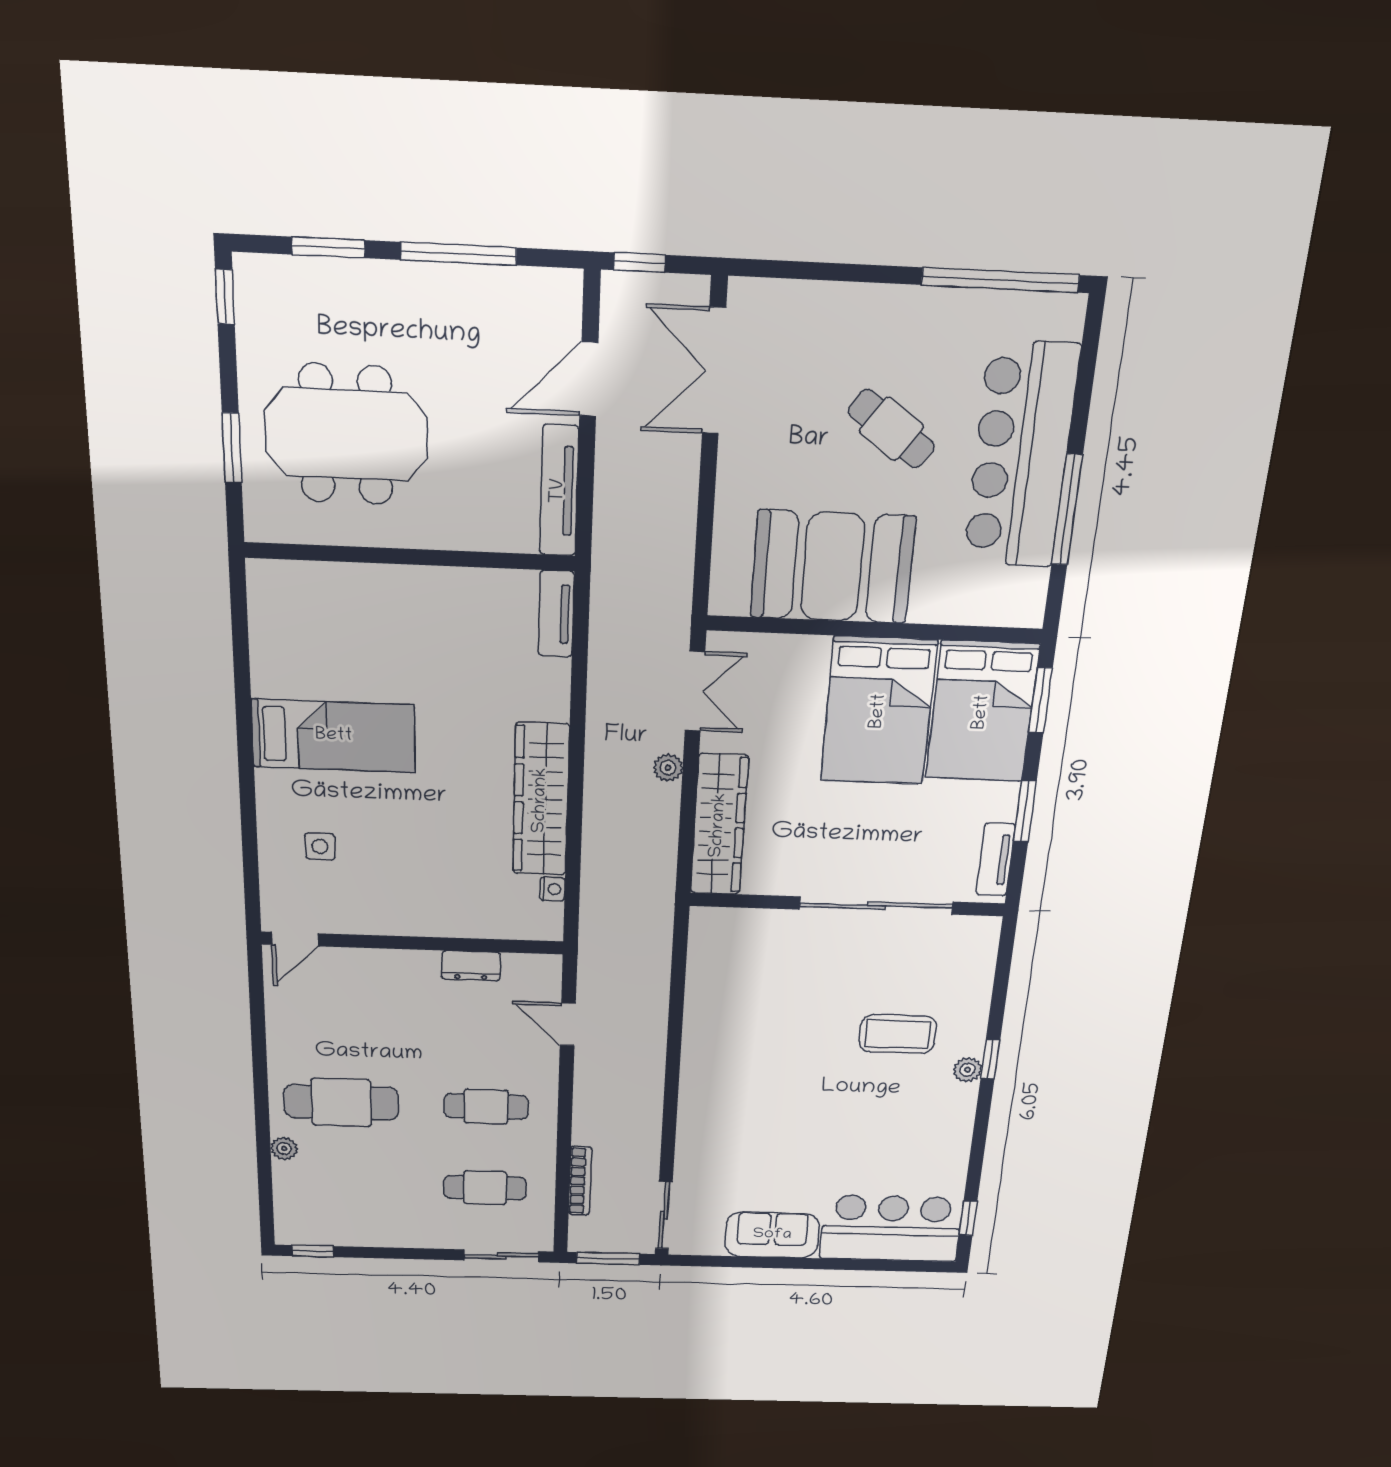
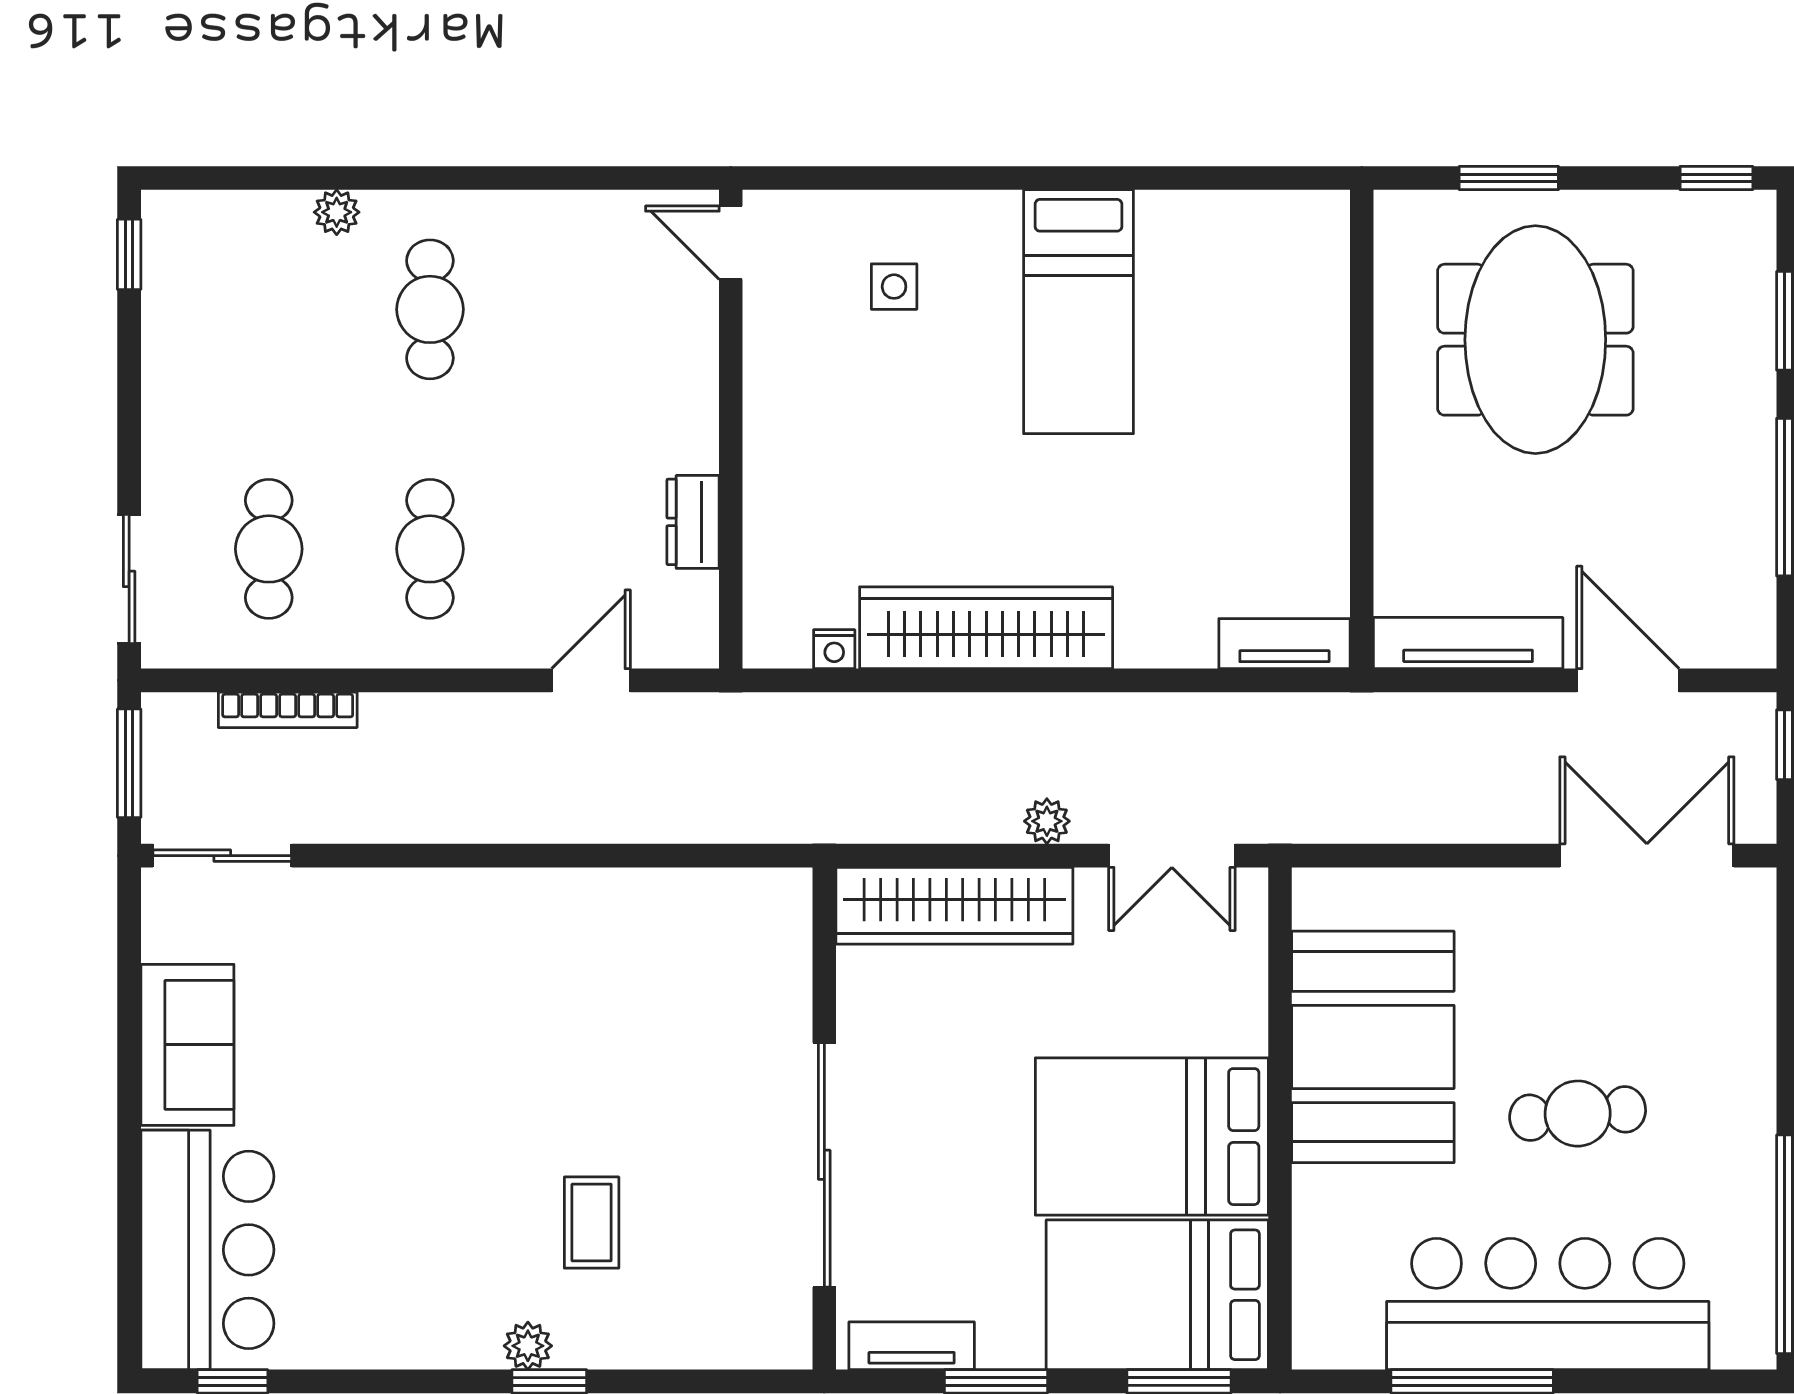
cafe table: (891, 429) -> (1578, 1114), turned 49
coffee table: (898, 1034) -> (592, 1223), width x0.73, depth x0.77
cafe table: (341, 1102) -> (430, 309), width x0.73, depth x0.74

